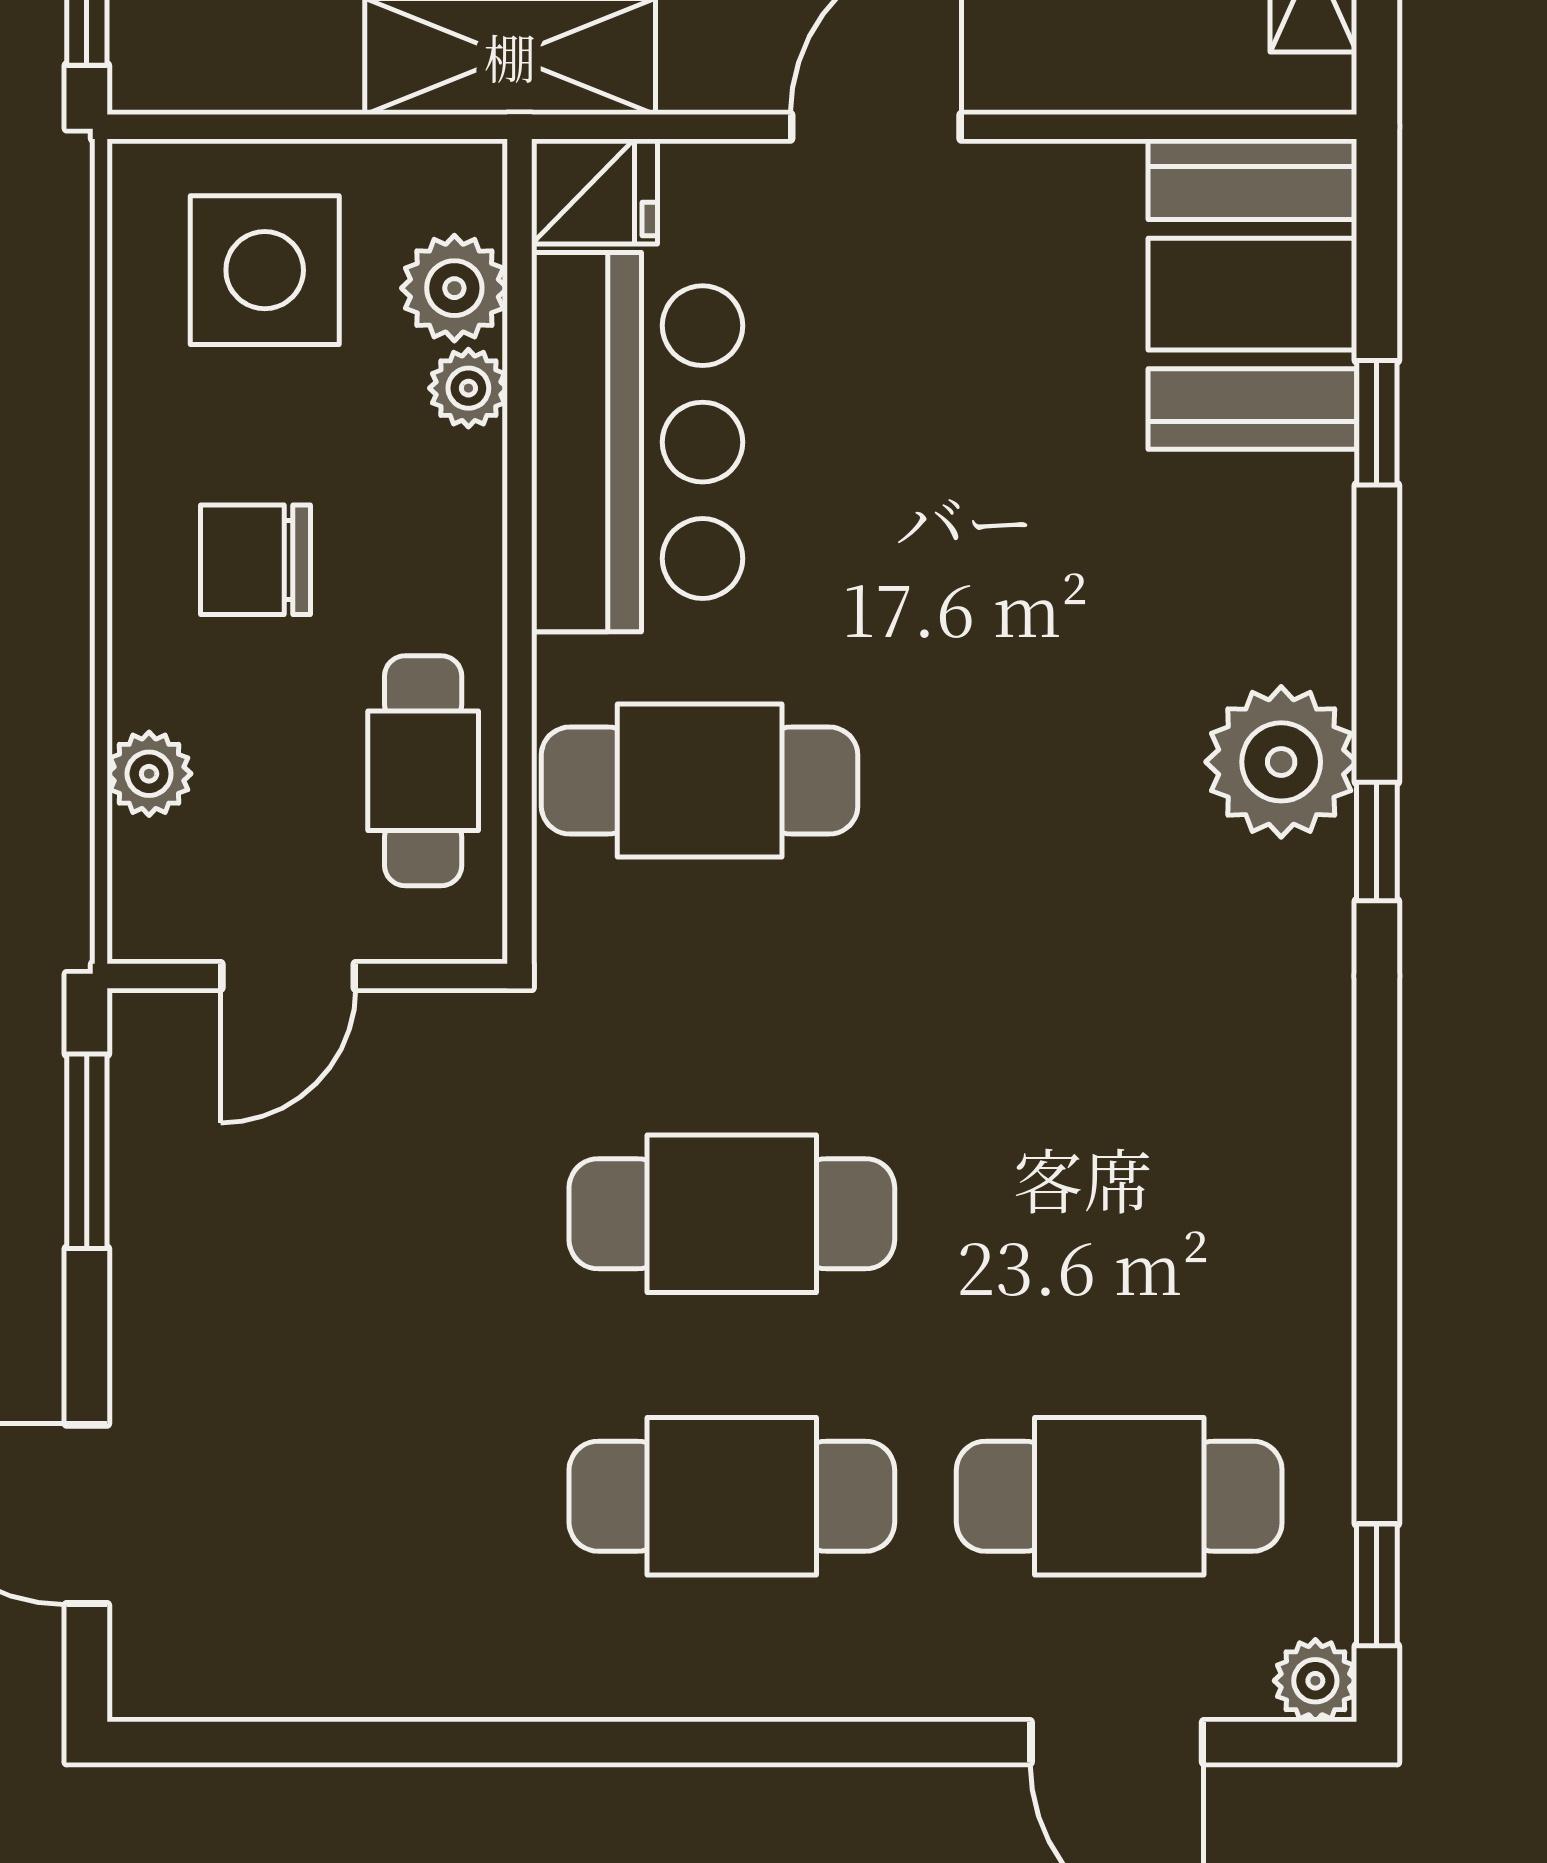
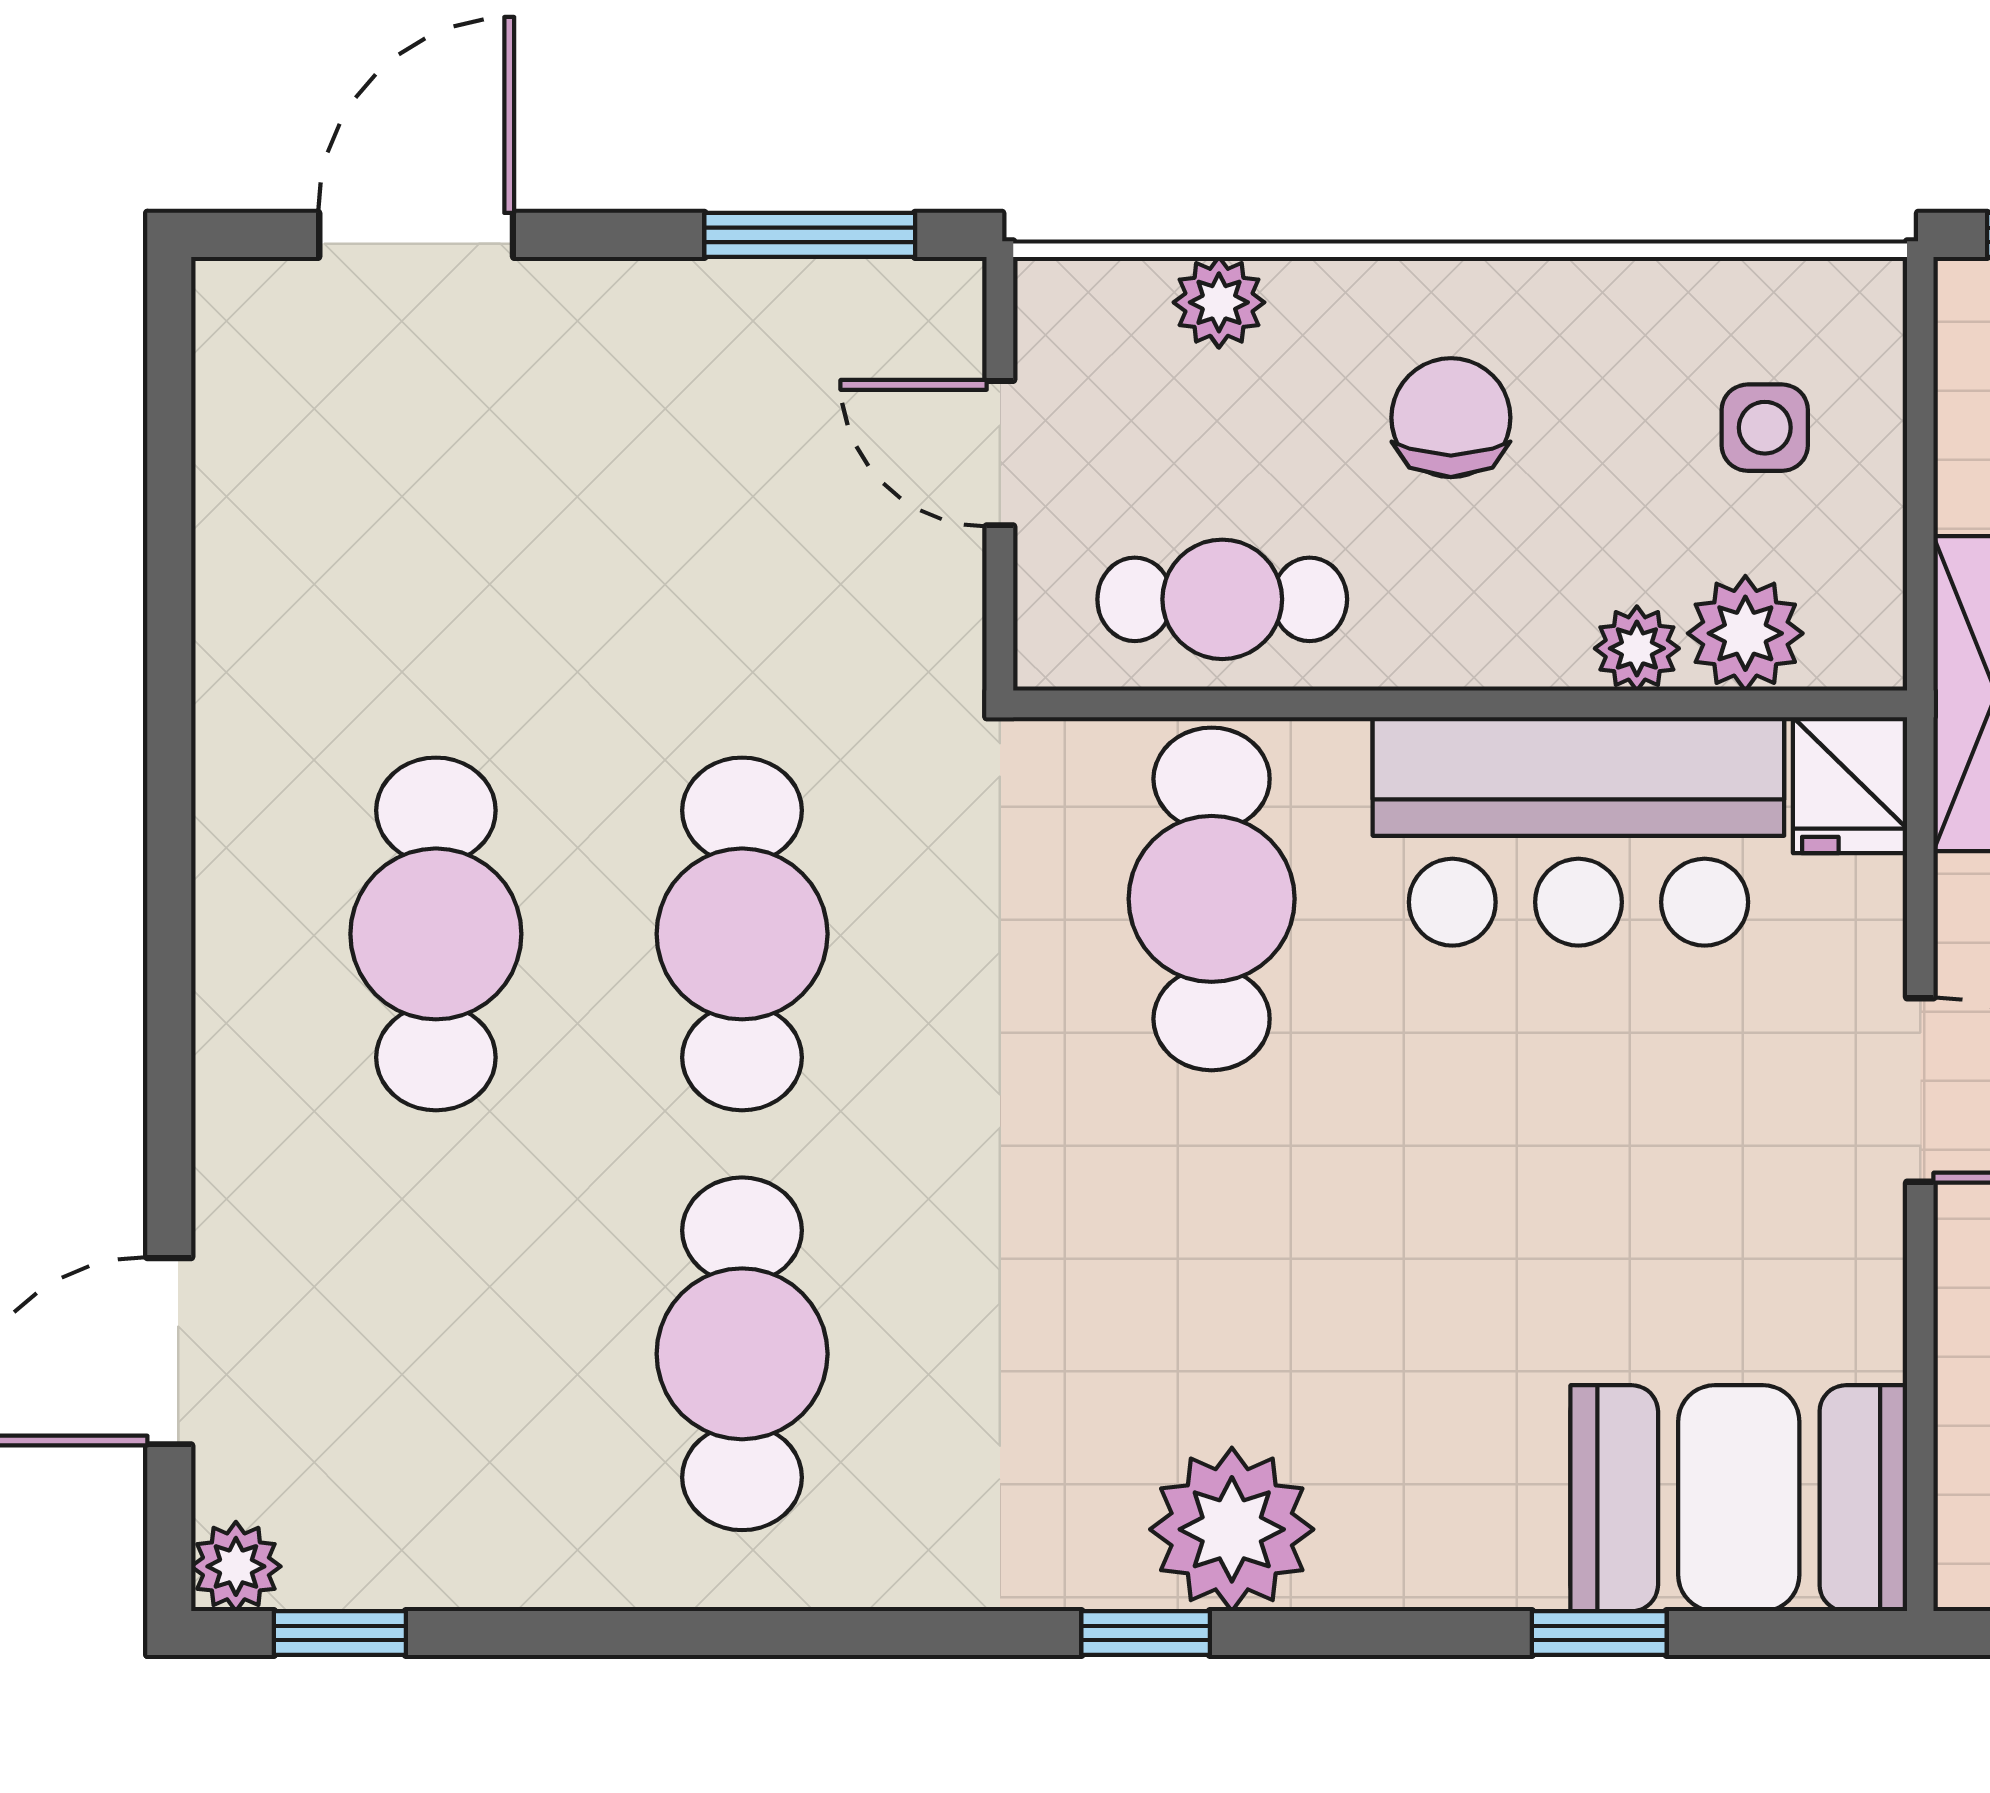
side table: (265, 270) -> (1765, 428), width x0.54, depth x0.54
cafe table: (1119, 1496) -> (742, 1354), moved

